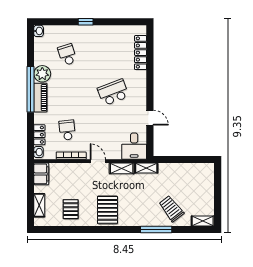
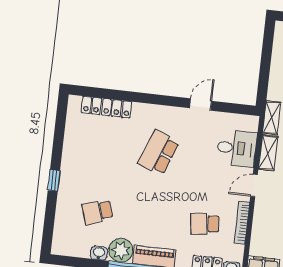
washbasin: (39, 31) -> (99, 253), moved
school desk: (113, 92) -> (159, 153), turned 42
desk: (134, 146) -> (237, 148), moved

